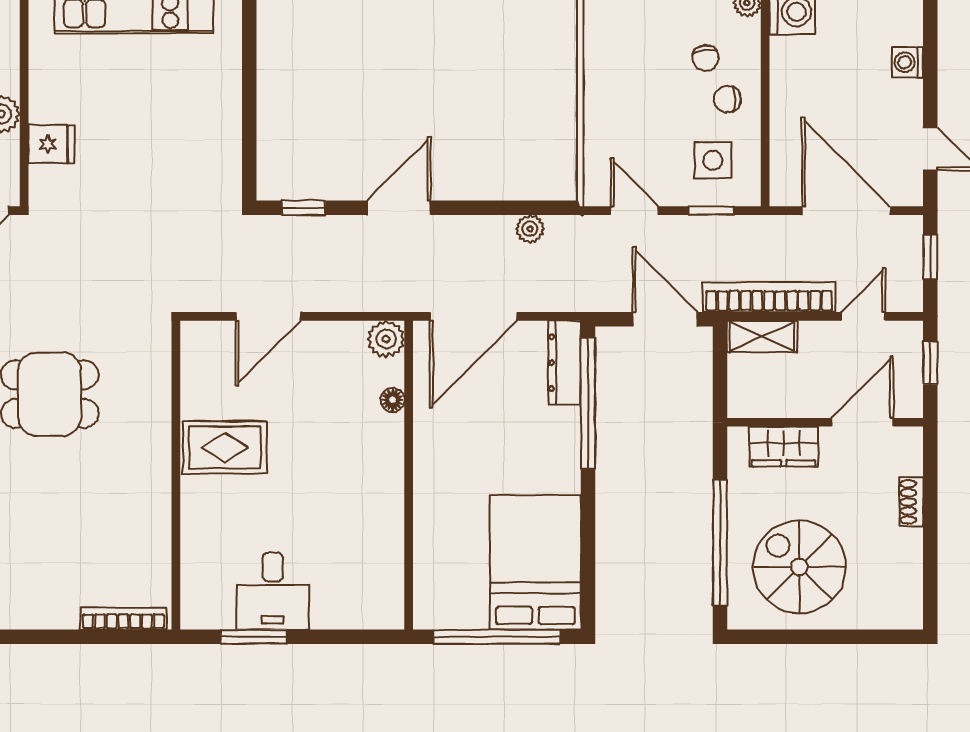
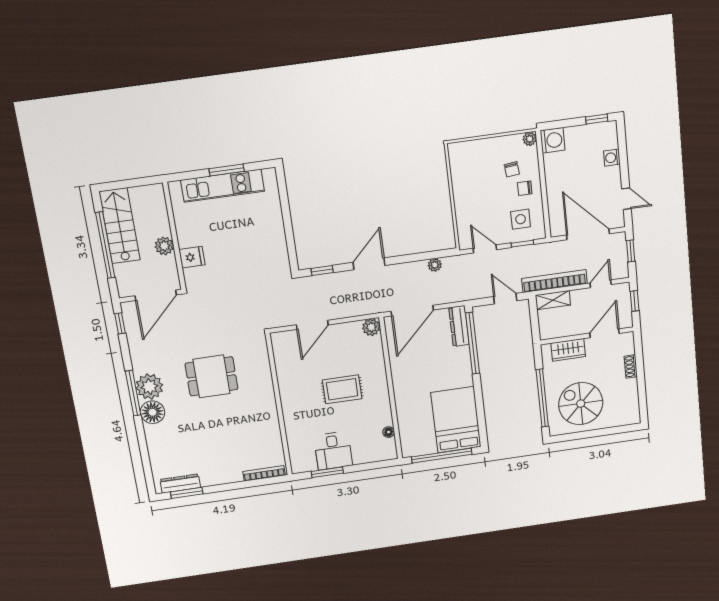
door: (665, 319) -> (505, 299), width x0.73
floor lamp: (392, 400) -> (389, 432), moved
rug: (225, 447) -> (342, 389), moved

